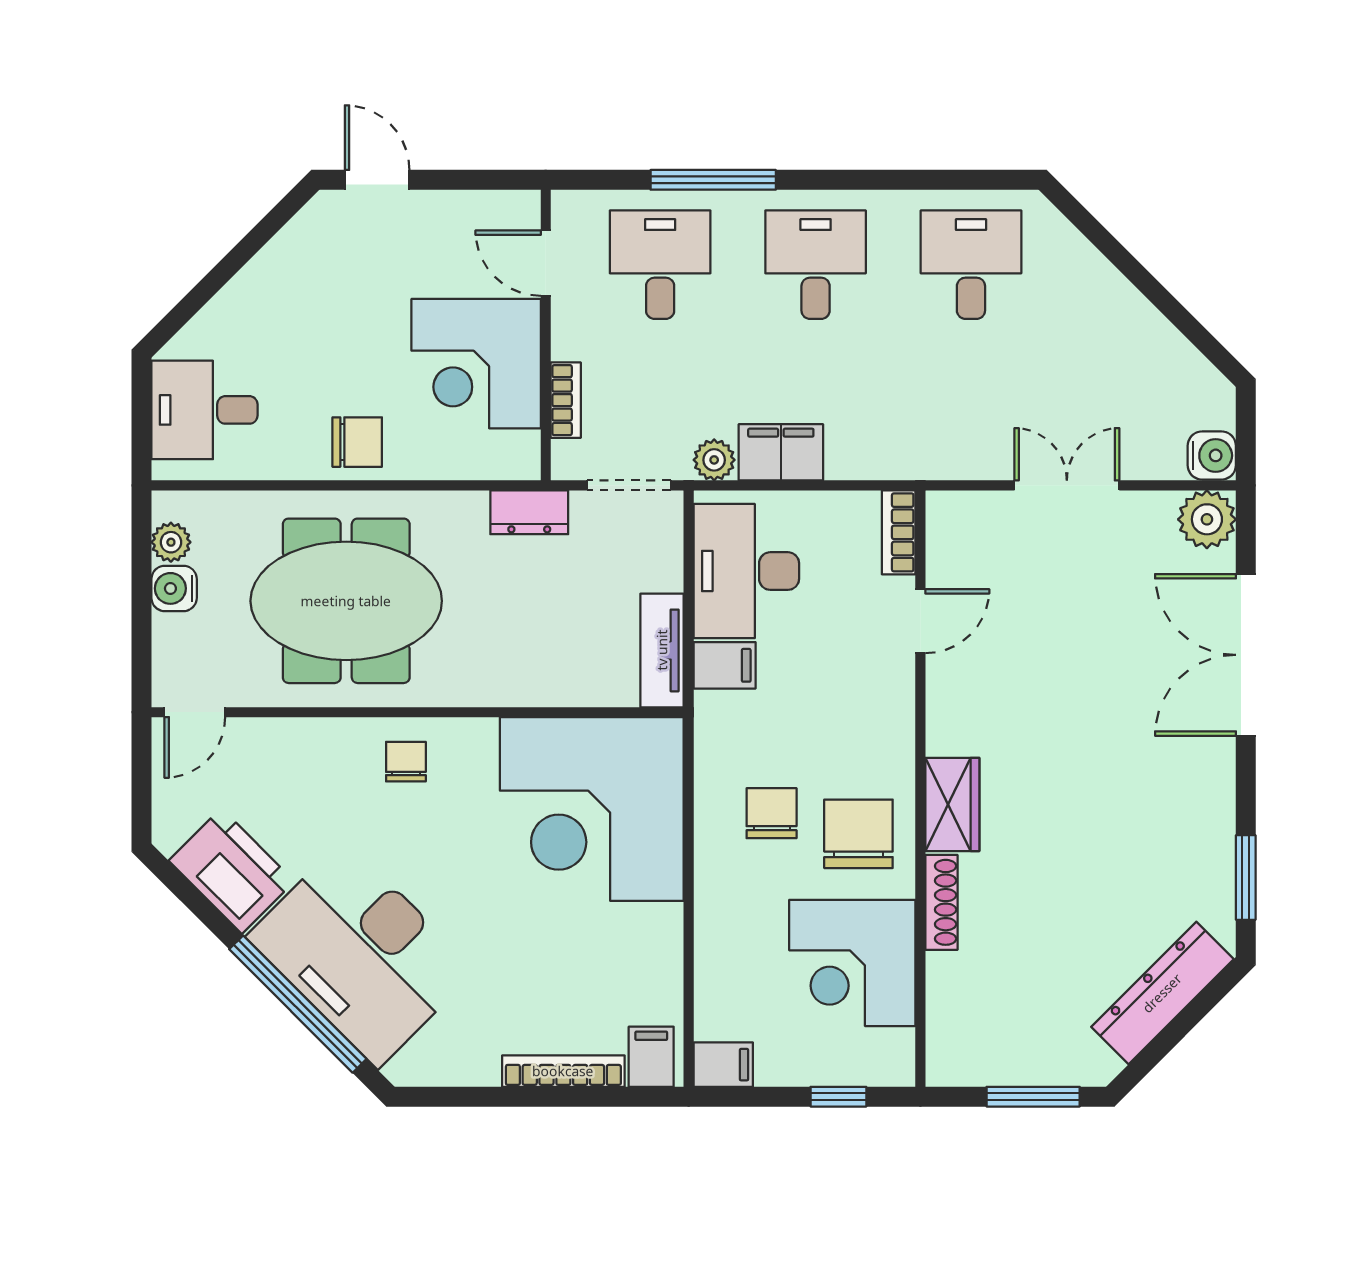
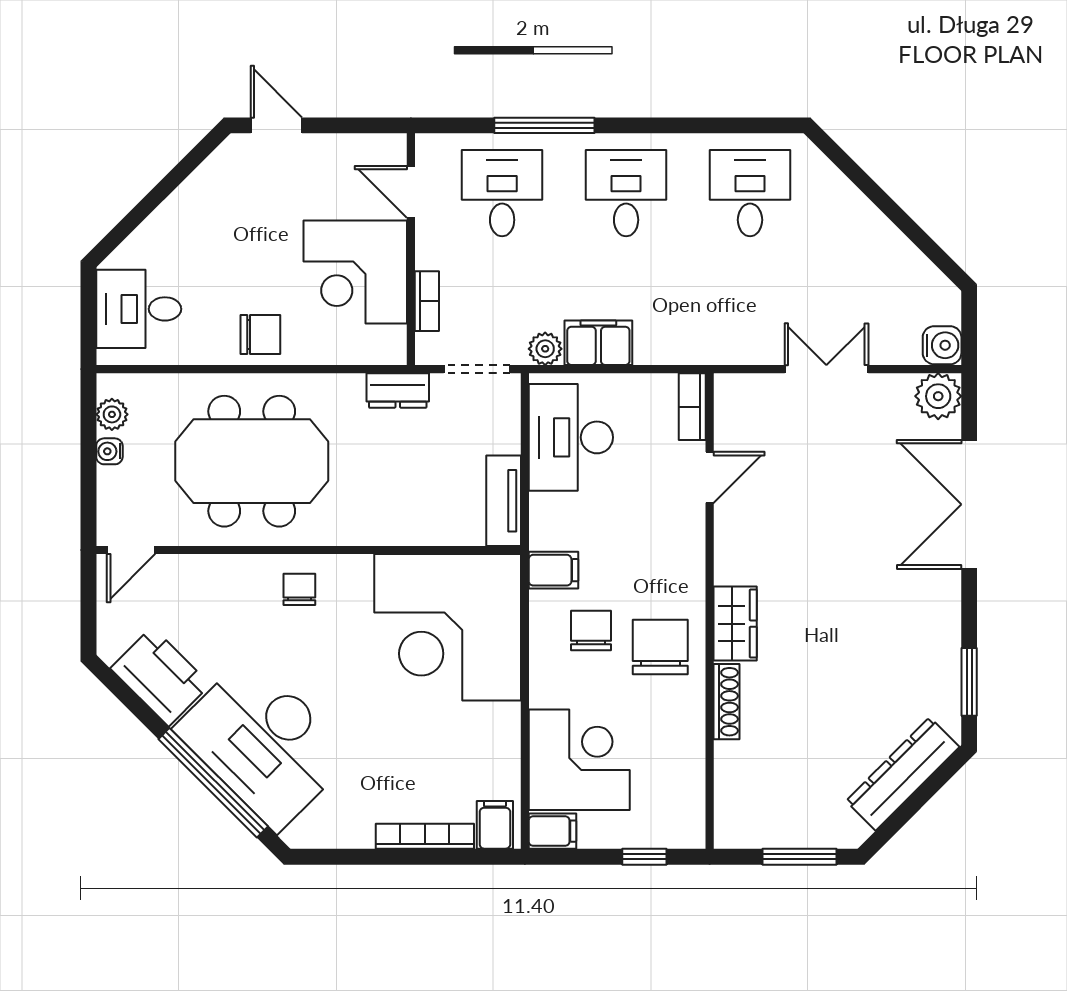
water cooler: (174, 588) -> (109, 451), width x0.72, depth x0.72
filing cabinet: (725, 665) -> (553, 570), moved
corner desk: (852, 963) -> (579, 760), moved, turned 180

